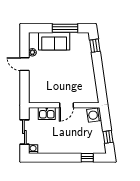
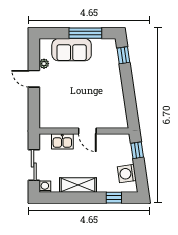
door: (66, 105) -> (87, 131), hinge flipped
washing machine: (94, 115) -> (127, 174), moved
window: (108, 137) -> (137, 150), moved
shelving: (59, 148) -> (78, 185), added

